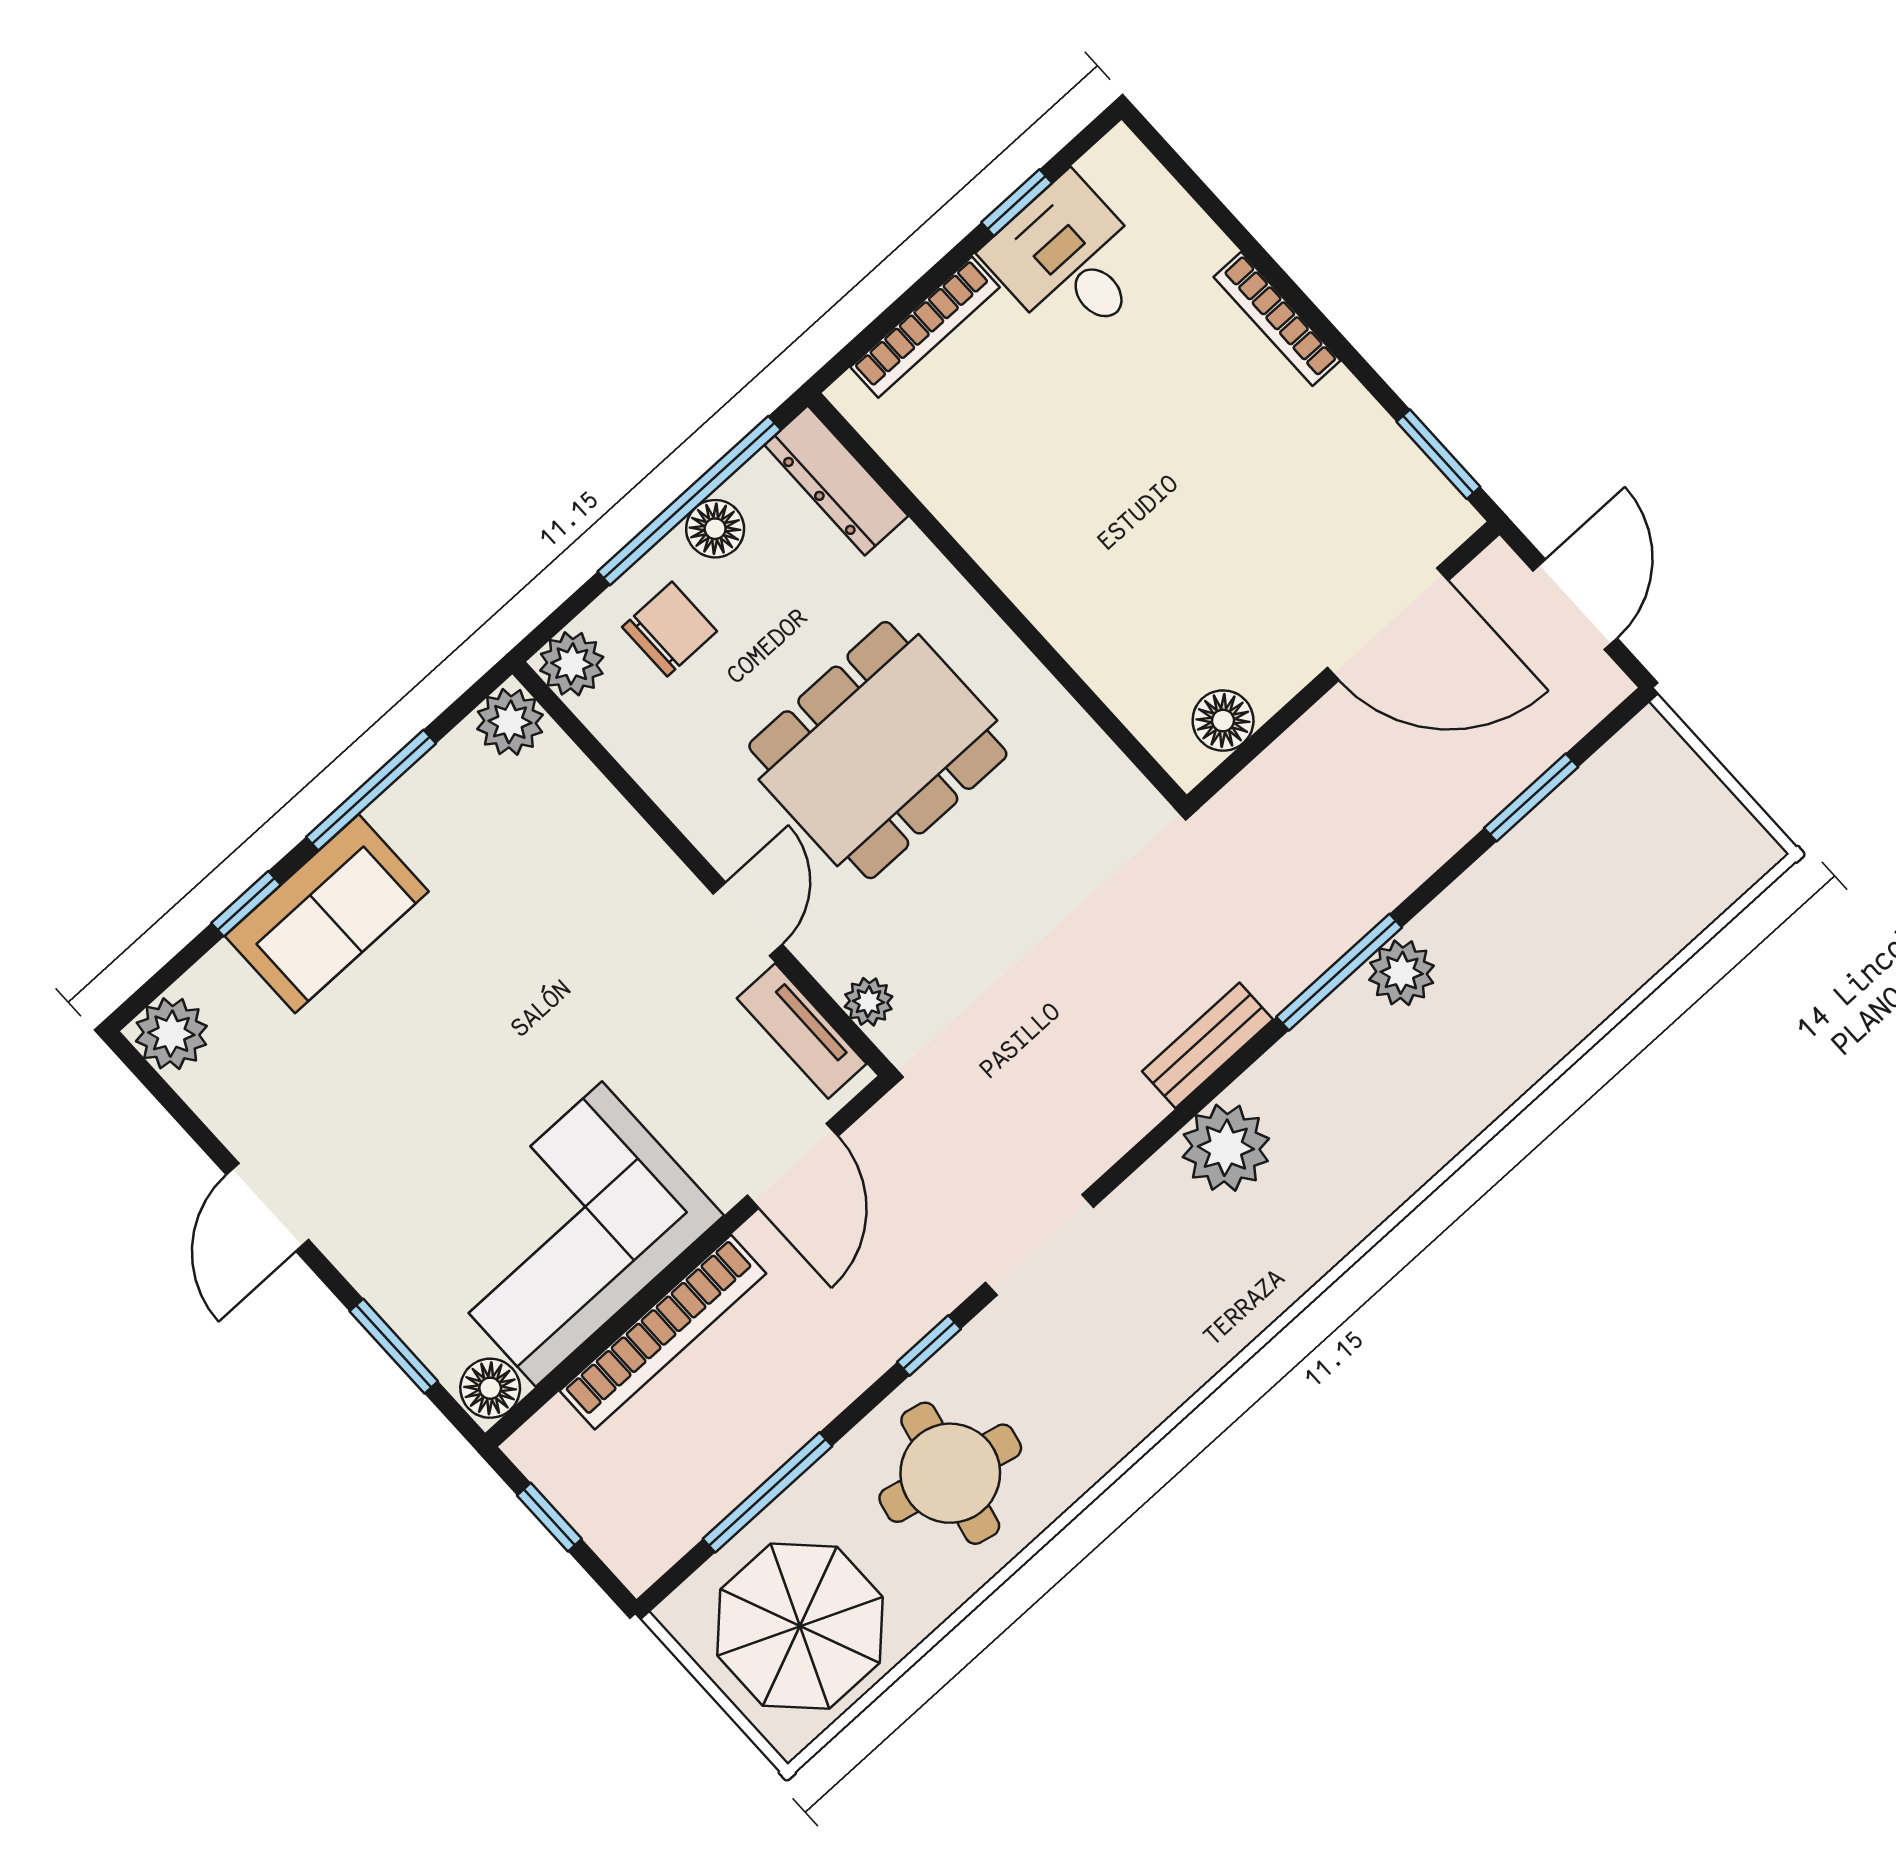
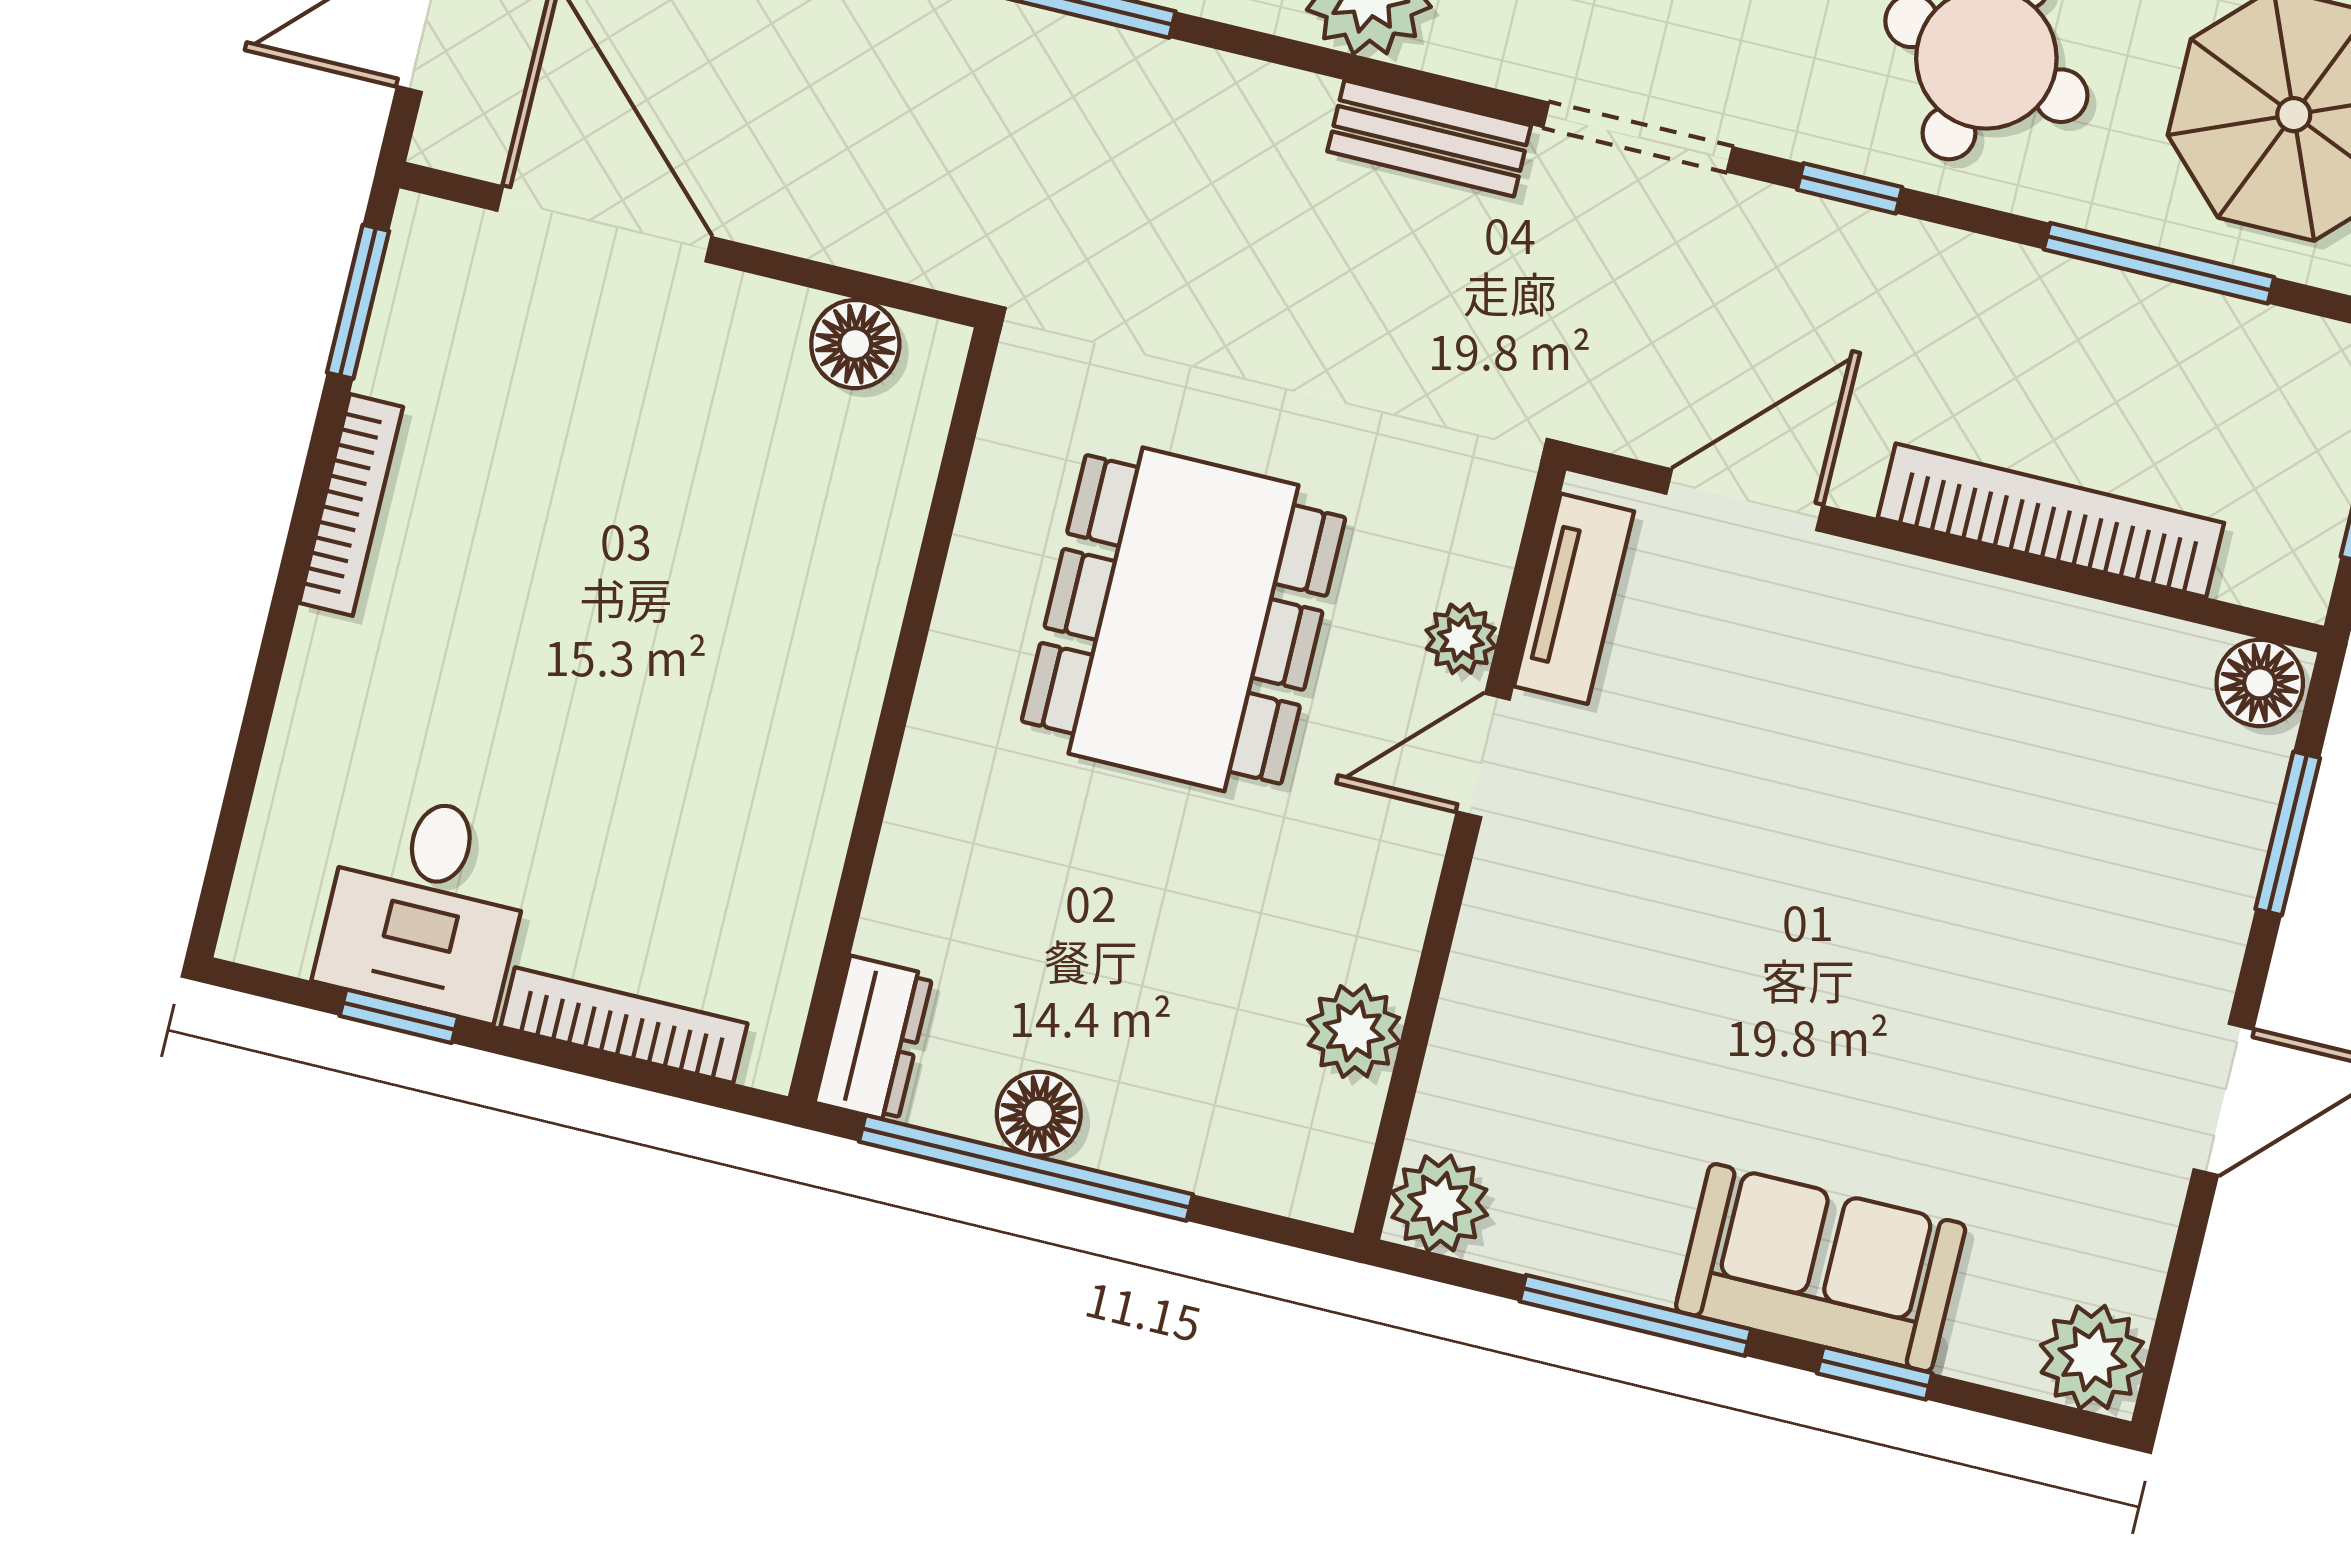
bookcase: (1277, 319) -> (351, 505), moved
dresser: (836, 481) -> (874, 1039), width x0.70
chair: (670, 629) -> (1197, 1087), removed
plant: (572, 664) -> (1354, 1031), moved
dining table: (878, 750) -> (1183, 619), moved, turned 90
plant: (868, 1002) -> (1461, 639), moved
bench: (1207, 1045) -> (1429, 138), moved
corner sofa: (569, 1234) -> (2009, 714), removed

